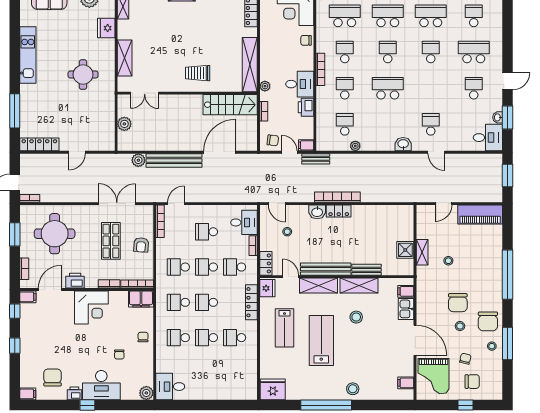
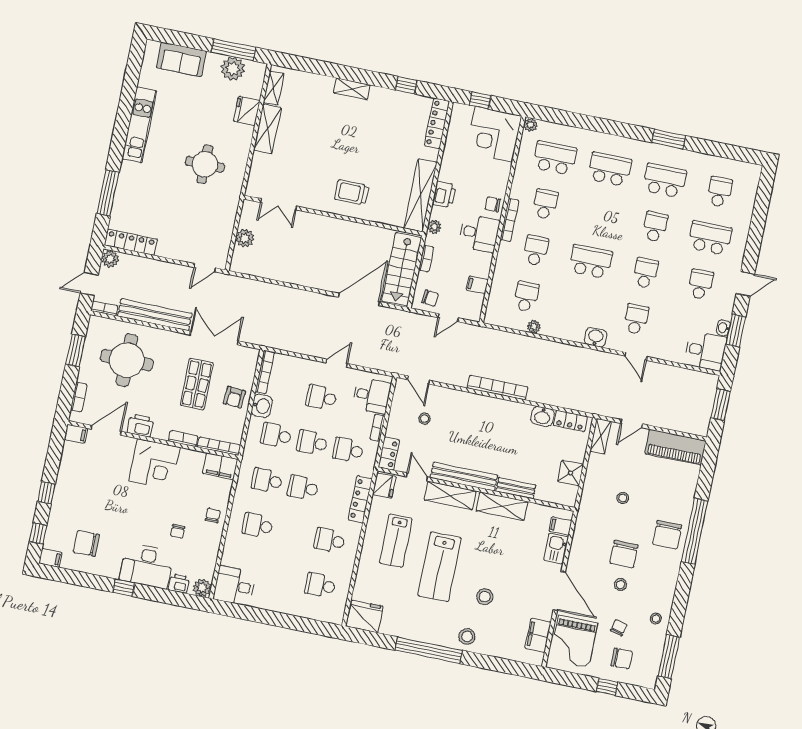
chair: (306, 40) -> (493, 204), moved
school desk: (388, 52) -> (646, 273), moved
shelving: (125, 58) -> (267, 129), moved
stairs: (230, 105) -> (402, 269), moved, turned 90
printer: (306, 107) -> (444, 194), moved, turned 180
filing cabinet: (306, 145) -> (477, 285), moved
door: (77, 152) -> (205, 268), moved
door: (289, 152) -> (448, 318), swing flipped
bench: (316, 159) -> (480, 333), removed
plant: (138, 160) -> (110, 259), moved
bench: (174, 160) -> (155, 315), moved
door: (176, 204) -> (337, 363), moved
locker: (339, 211) -> (570, 421), moved
washbasin: (317, 212) -> (542, 416), moved
washbasin: (163, 247) -> (262, 406), added
shelving: (422, 252) -> (601, 436), moved
window: (15, 311) -> (38, 533), moved
stool: (356, 317) -> (485, 597), moved
chair: (488, 321) -> (667, 535), moved
school desk: (207, 338) -> (320, 585), moved
lab bench: (321, 341) -> (439, 567), turned 180
window: (507, 344) -> (669, 657), moved
chair: (53, 377) -> (86, 543), turned -90
filing cabinet: (406, 383) -> (538, 635), width x2.00
printer: (74, 393) -> (179, 584), moved

